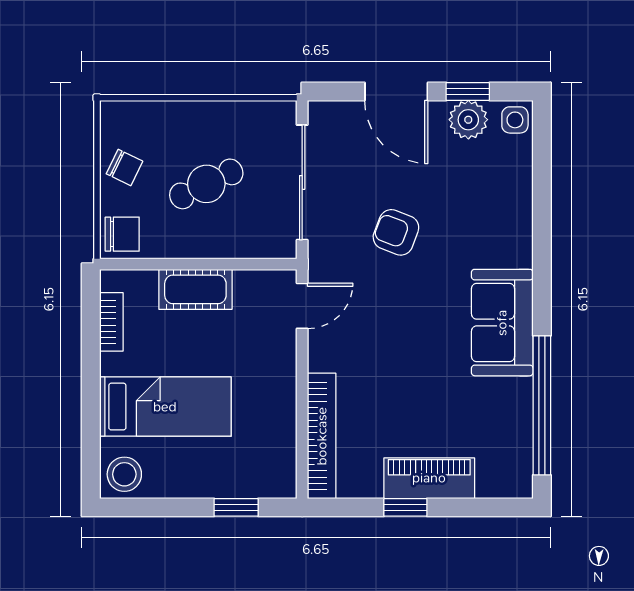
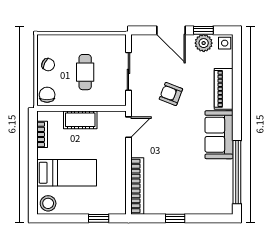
sliding door: (302, 182) -> (128, 71), width x0.73
cafe table: (206, 184) -> (85, 72), turned -64
chair: (122, 234) -> (47, 95), turned -90
piano: (429, 478) -> (224, 89), moved, turned -90

